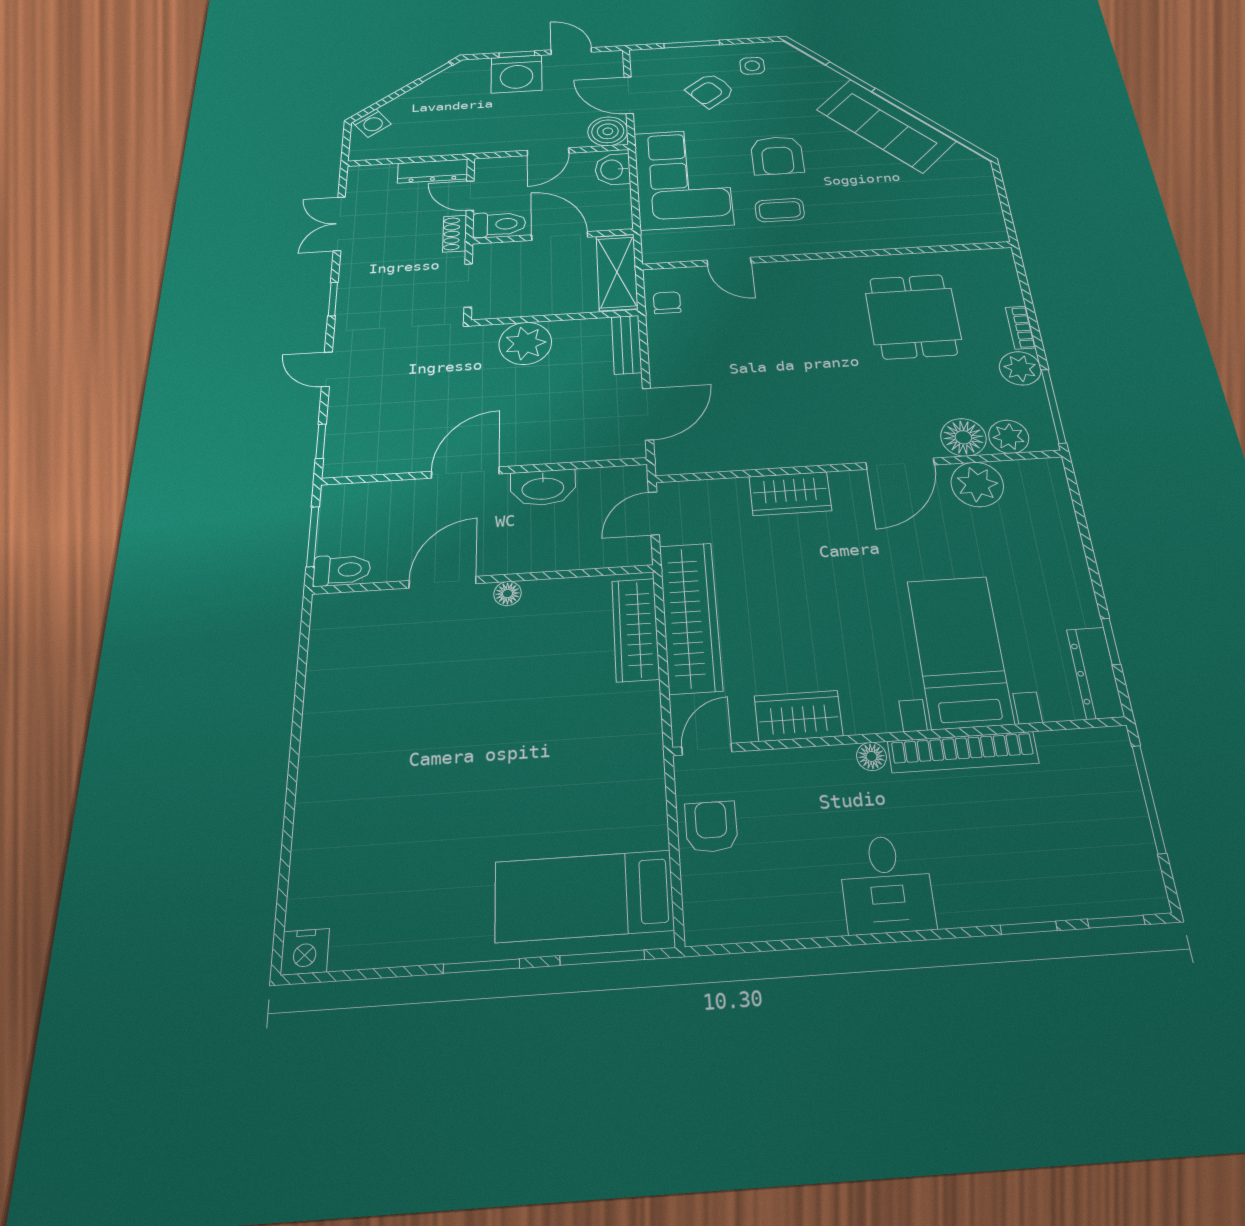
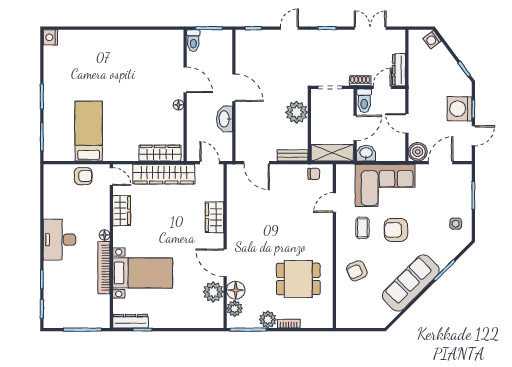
armchair: (710, 91) -> (357, 271), moved, turned -76
washbasin: (613, 169) -> (366, 153), moved
desk: (886, 884) -> (59, 240), width x1.37
bed: (584, 896) -> (89, 131), moved

